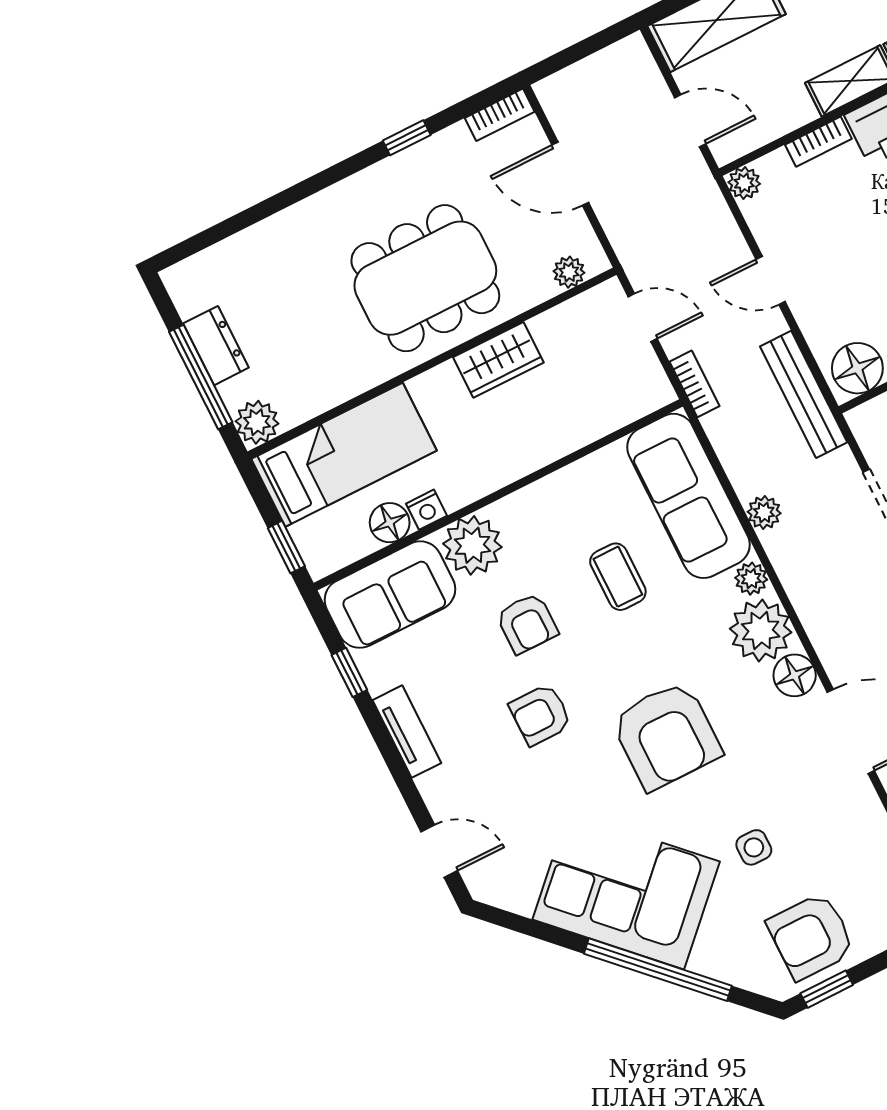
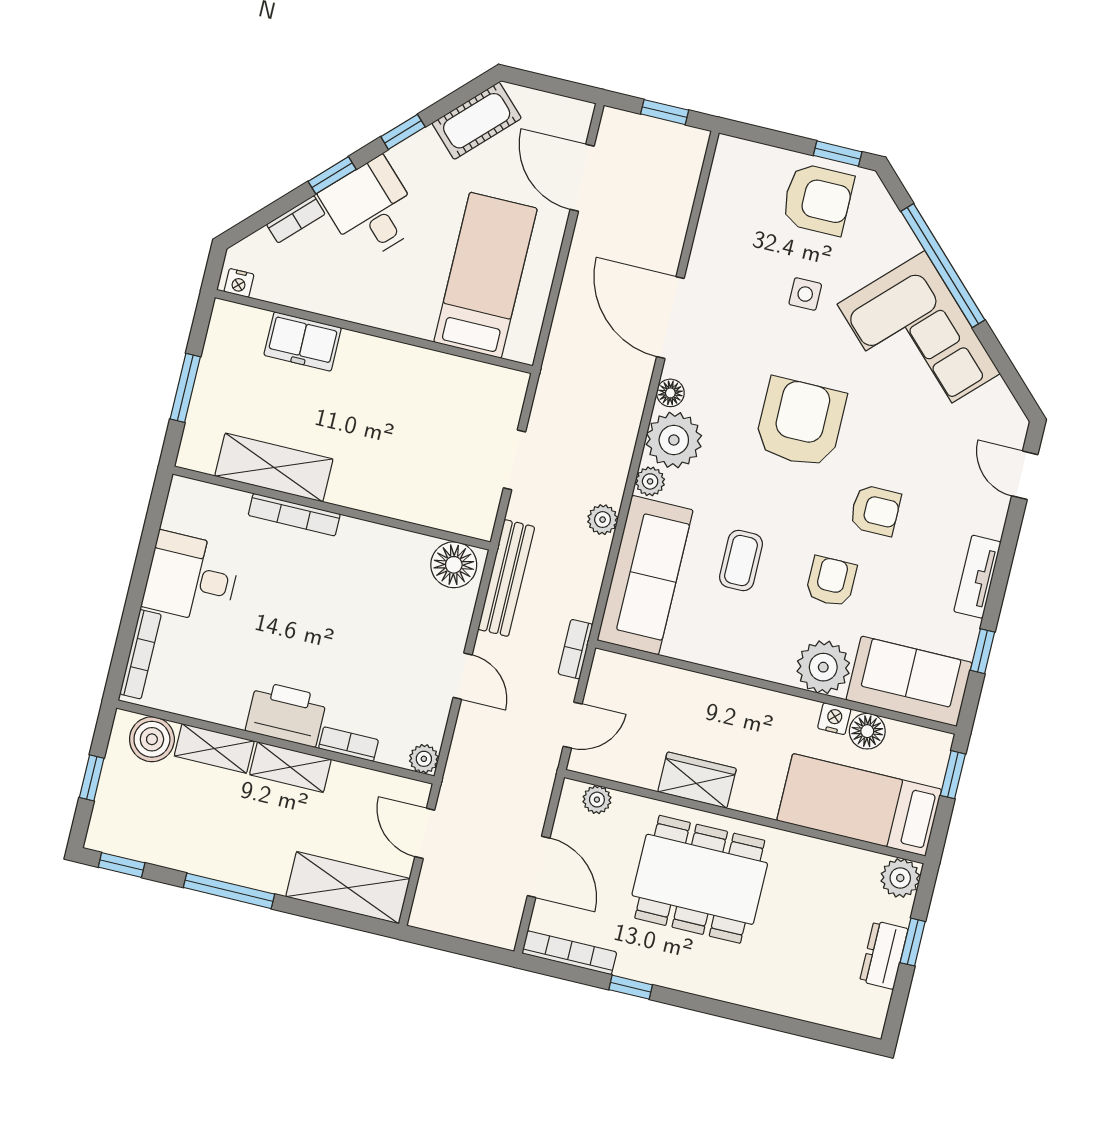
bookcase: (500, 115) -> (569, 953), width x1.56
door: (643, 318) -> (573, 725), swing flipped
window: (201, 377) -> (913, 942), width x0.46
floor lamp: (795, 675) -> (670, 393), width x0.73, depth x0.73

